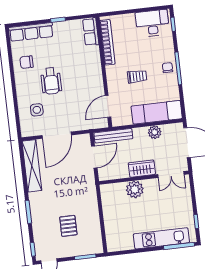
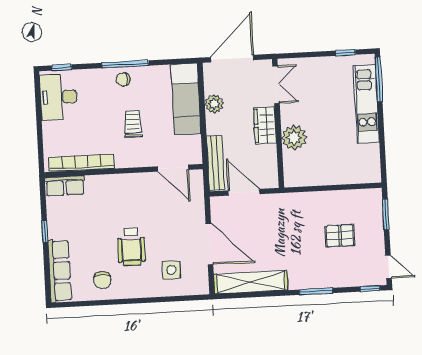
wheelchair: (51, 81) -> (131, 247), turned 90

